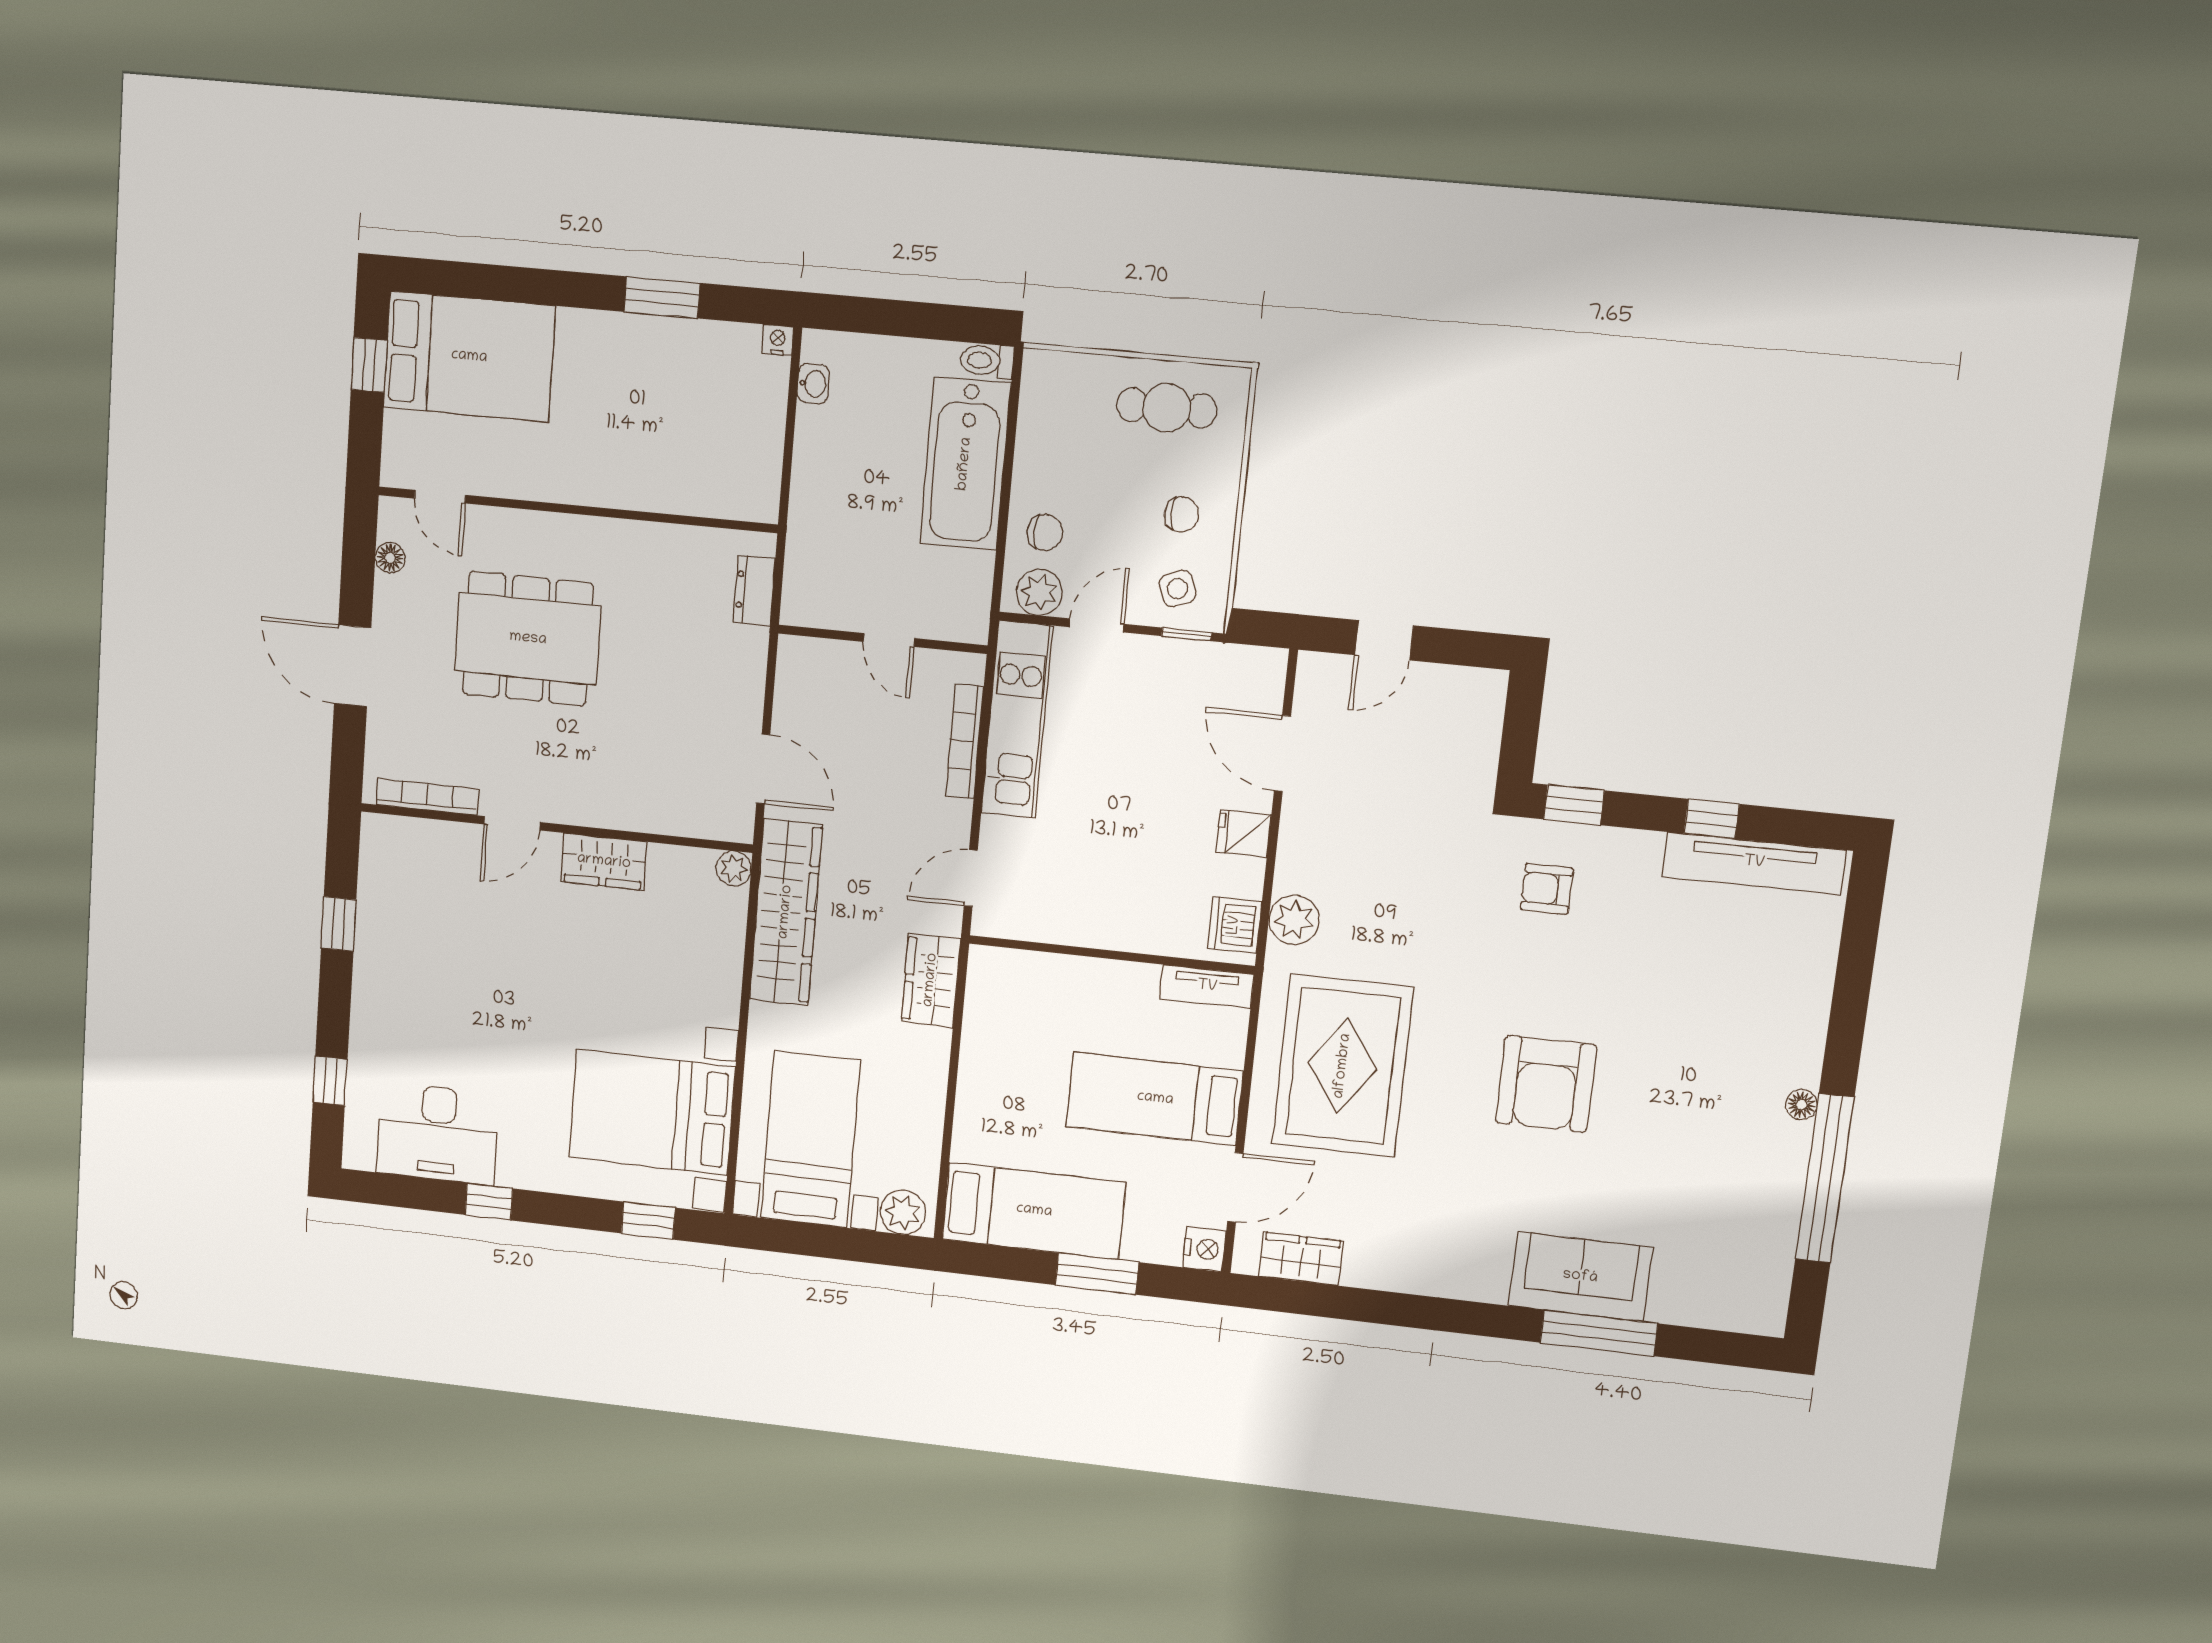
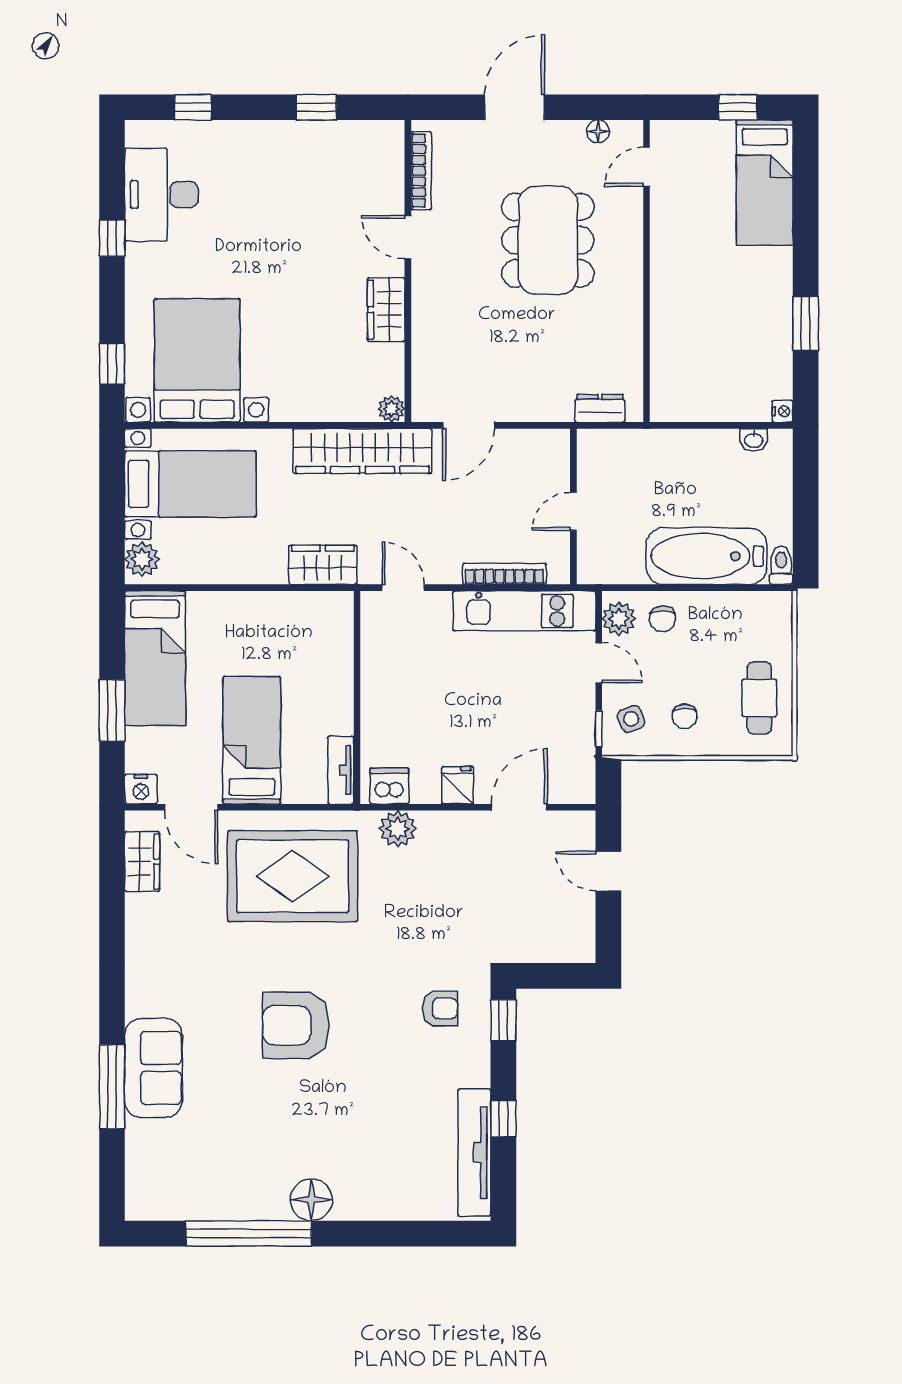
bed: (469, 357) -> (765, 183), width x0.67
armchair: (1547, 889) -> (440, 1008), turned 90
floor lamp: (1801, 1105) -> (311, 1200), width x1.89, depth x1.89

